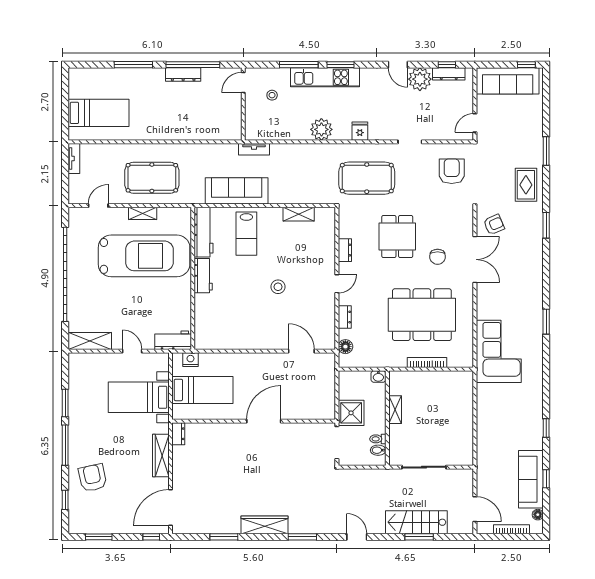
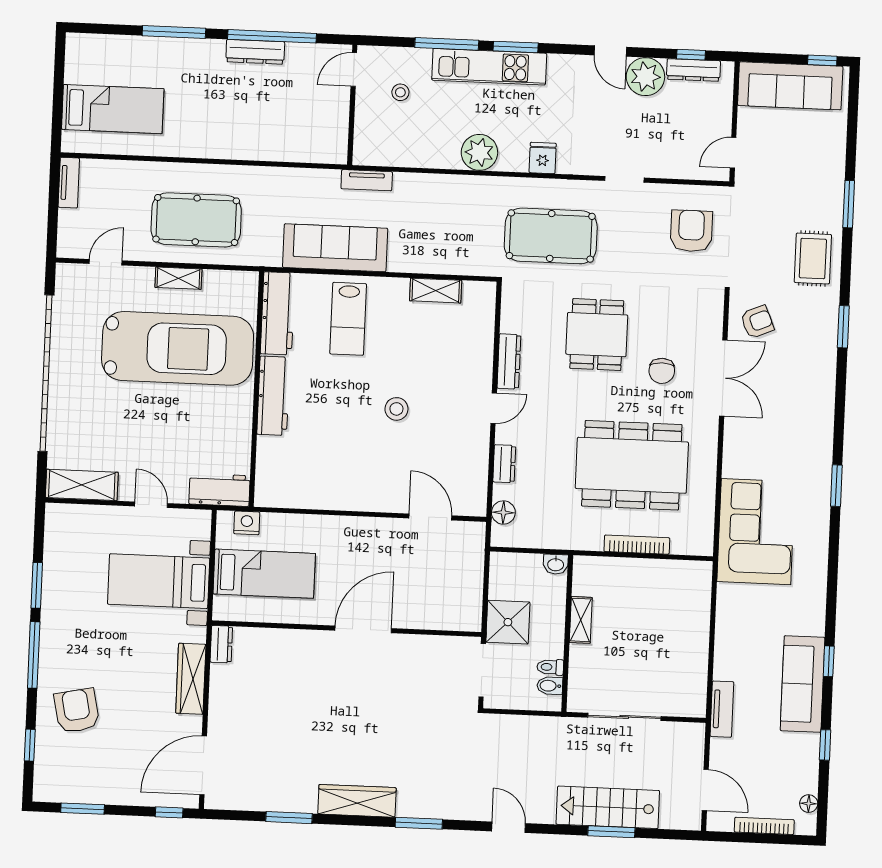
dresser: (345, 250) -> (509, 361), width x1.44
workbench: (203, 276) -> (273, 396), width x1.37
tv unit: (483, 460) -> (722, 709), added
sofa: (531, 479) -> (803, 684), moved

